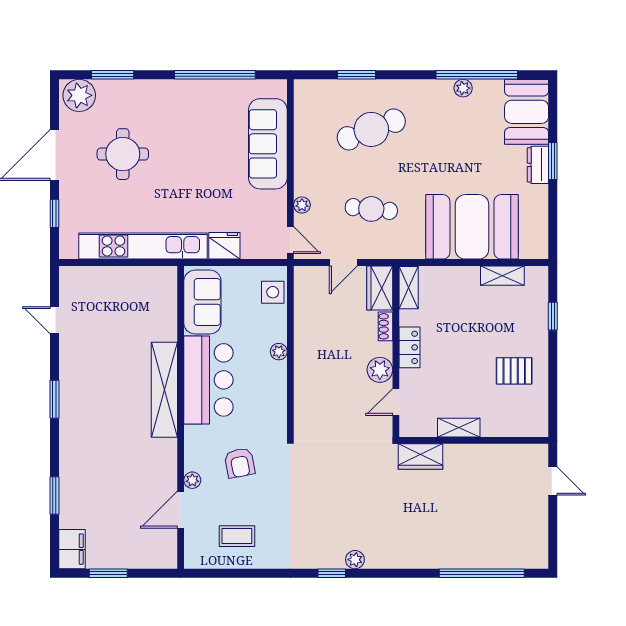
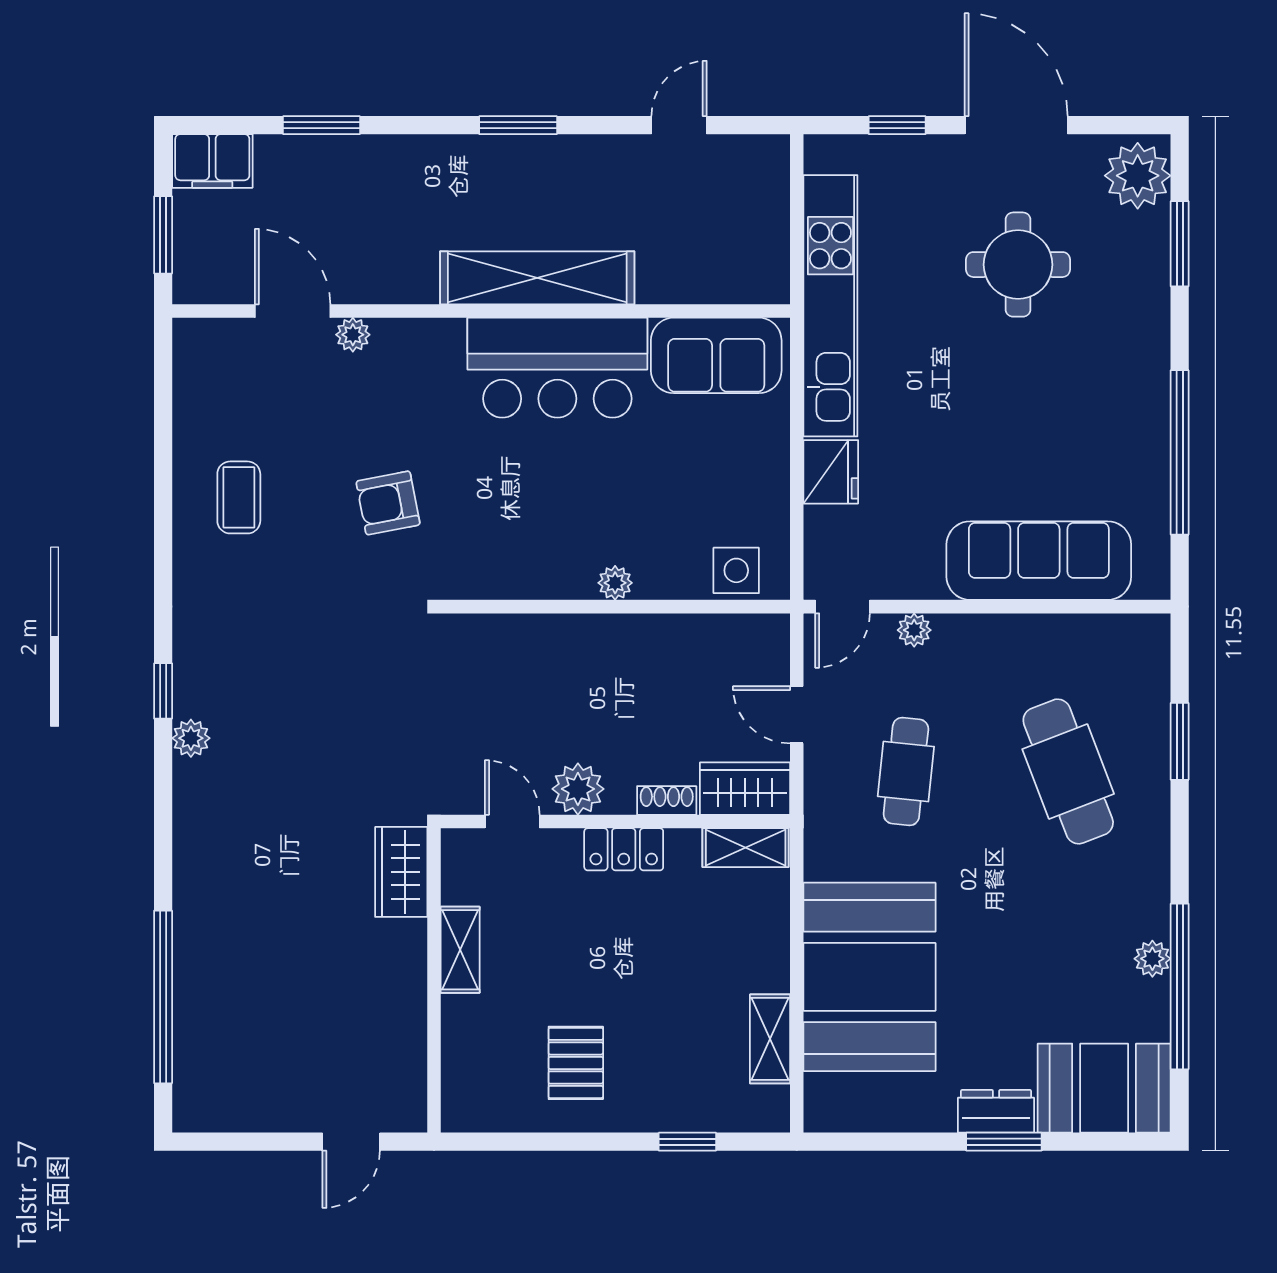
sofa: (202, 302) -> (716, 355), moved
bar counter: (208, 380) -> (557, 368), moved
shelving: (164, 390) -> (537, 278), moved
wall: (181, 417) -> (481, 311), moved
plant: (192, 480) -> (353, 335), moved
door: (181, 510) -> (293, 311), moved

